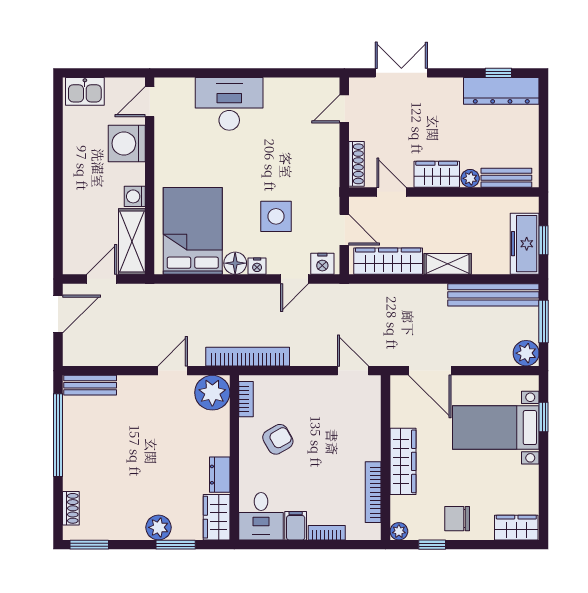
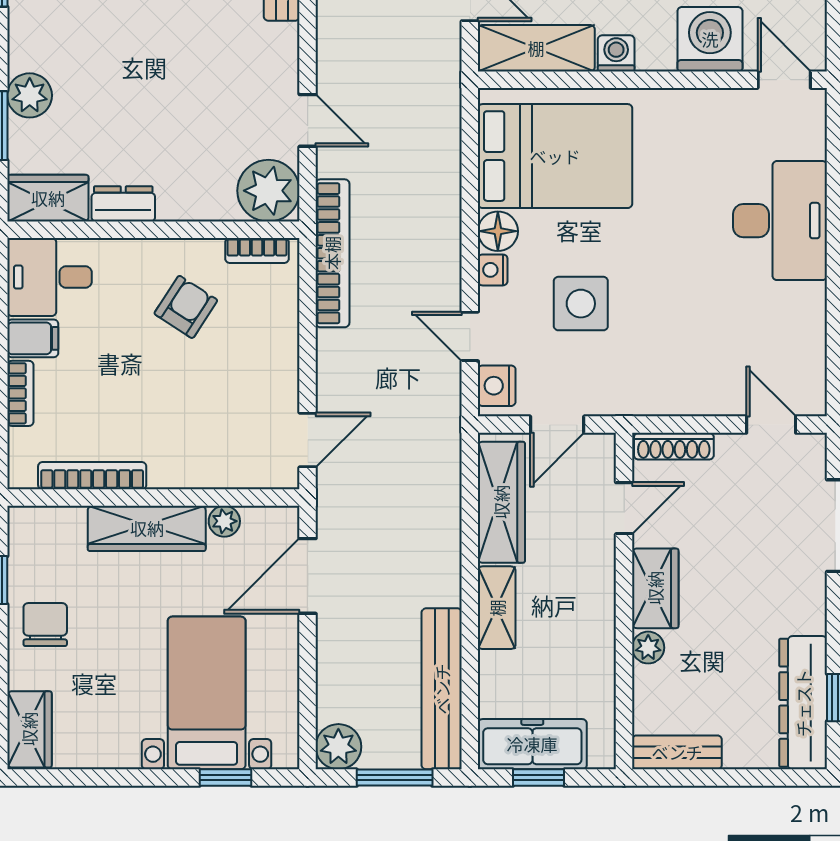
bench: (506, 178) -> (677, 752), moved, turned 90
armchair: (278, 439) -> (186, 307), turned -117
plant: (399, 531) -> (224, 521), moved

